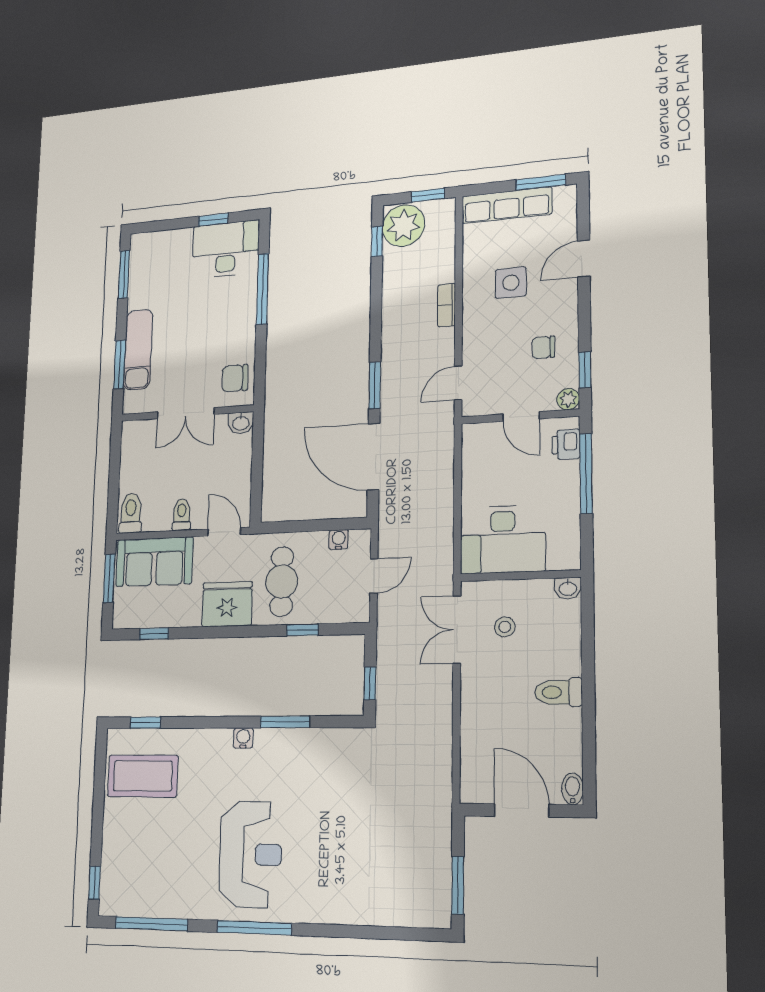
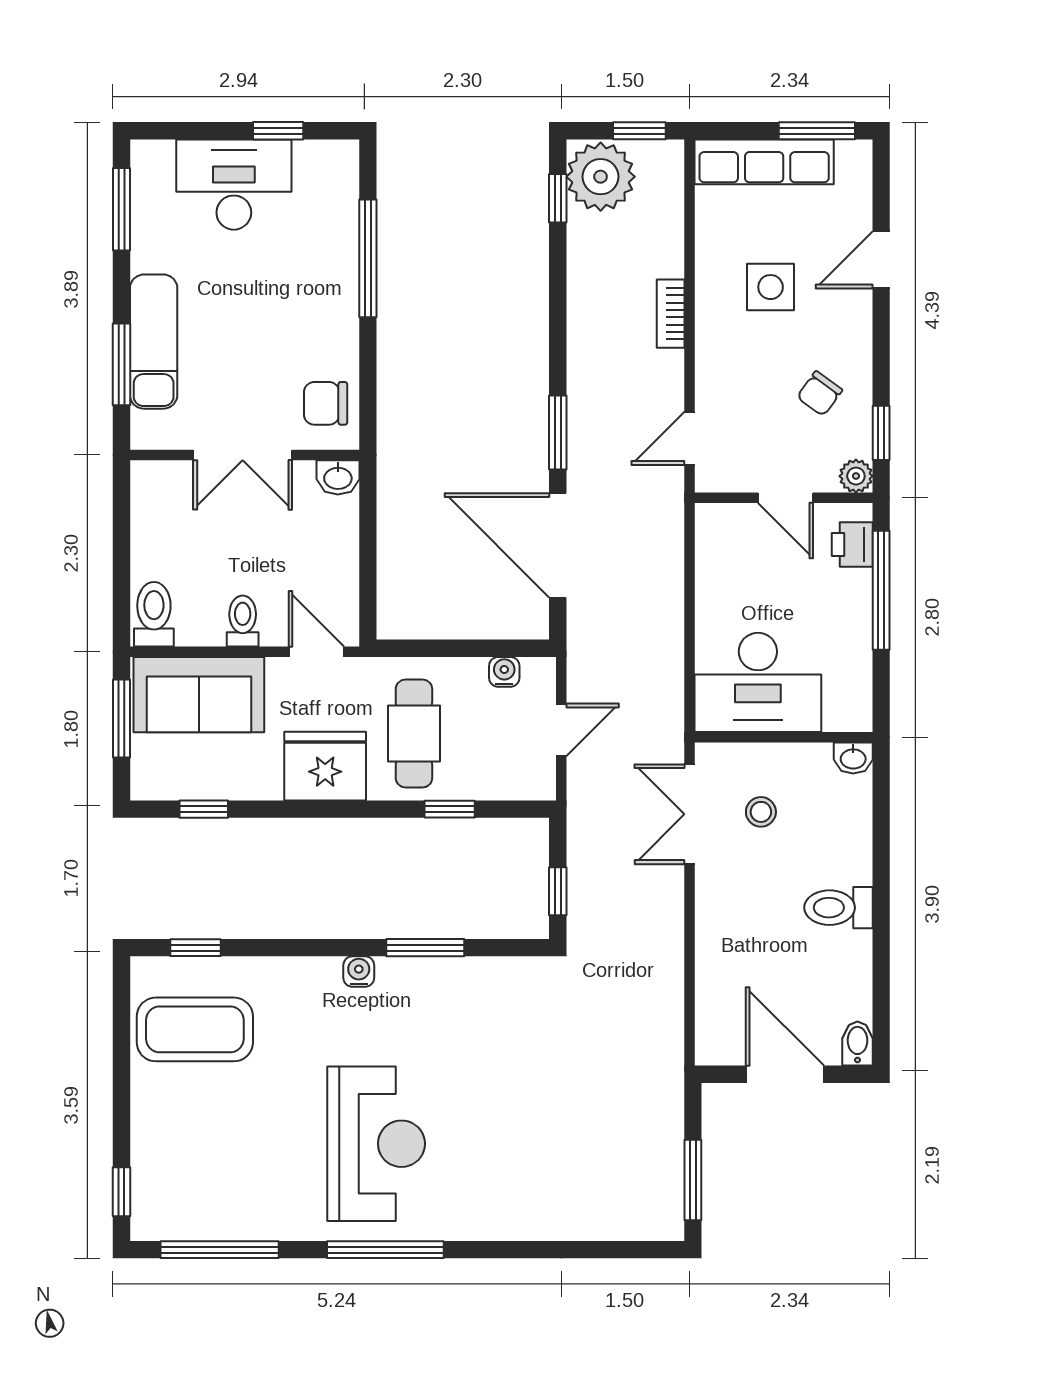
desk: (226, 249) -> (234, 185), moved
chair: (543, 347) -> (820, 394), turned -54

